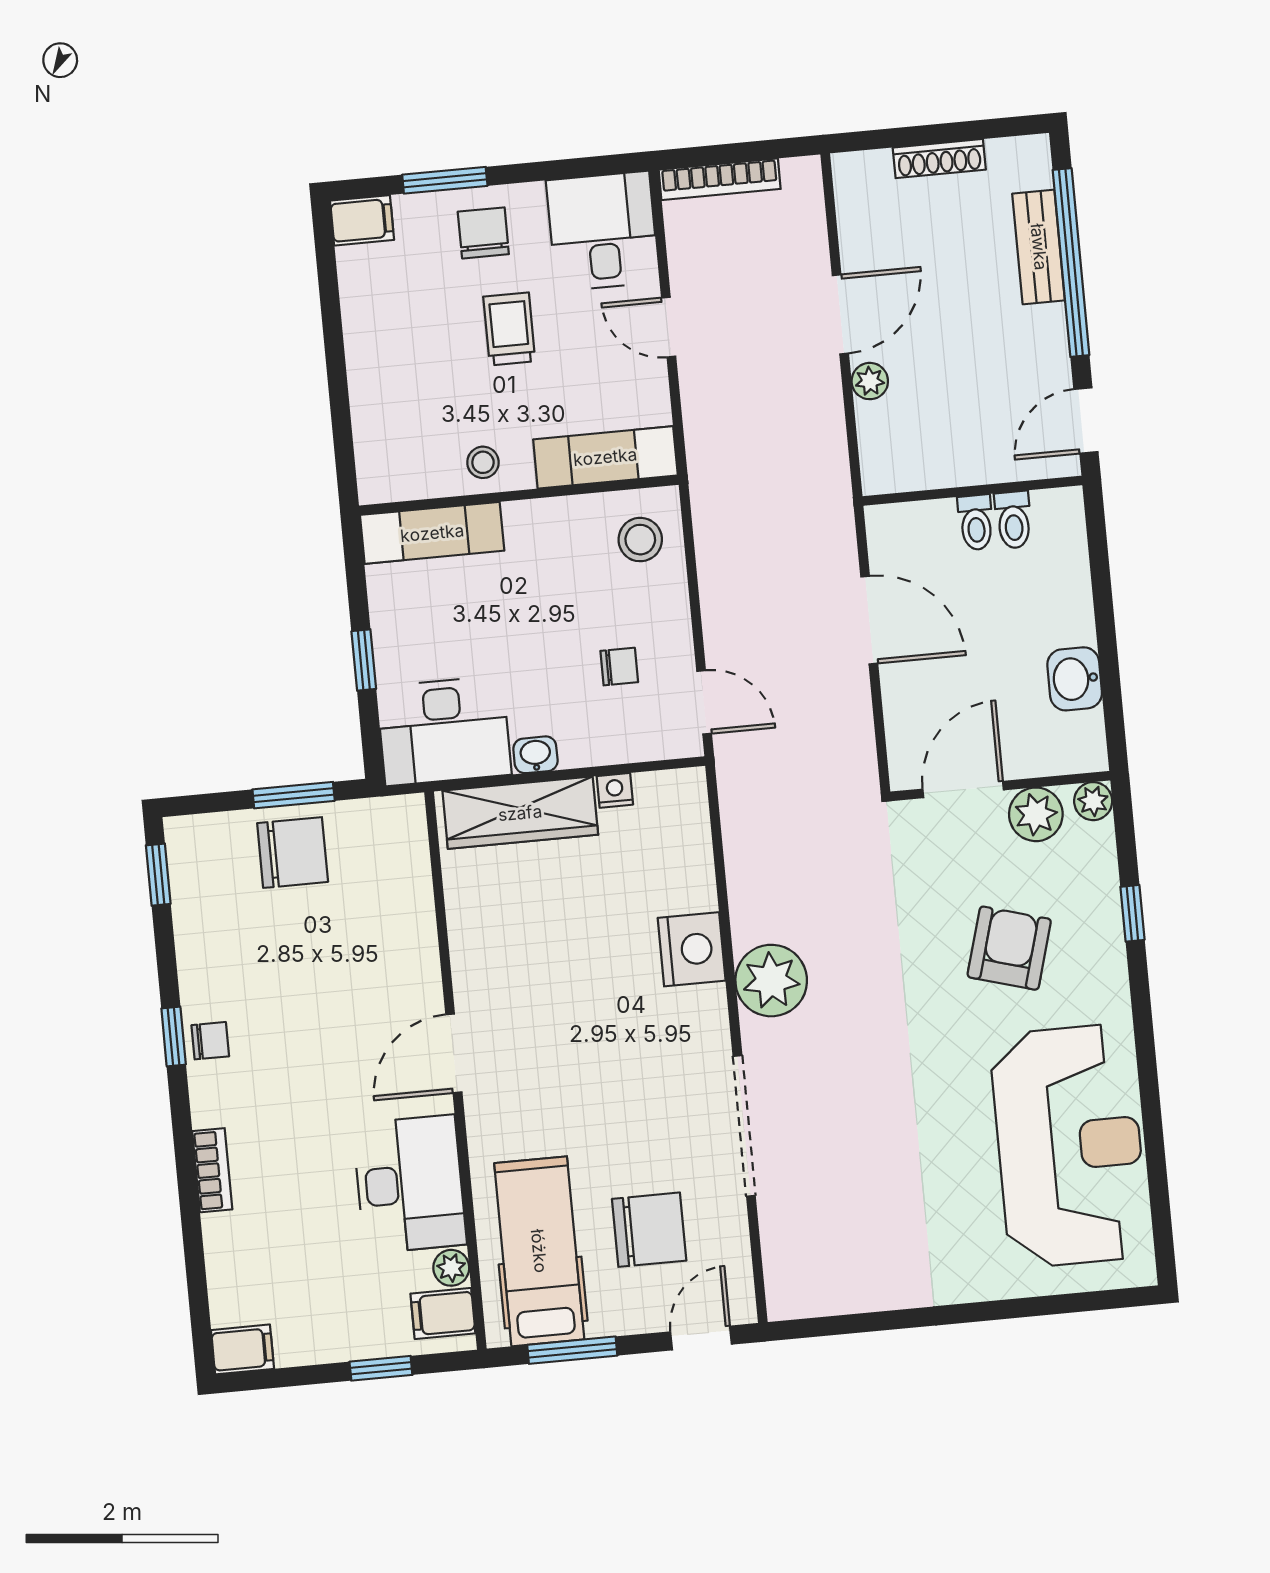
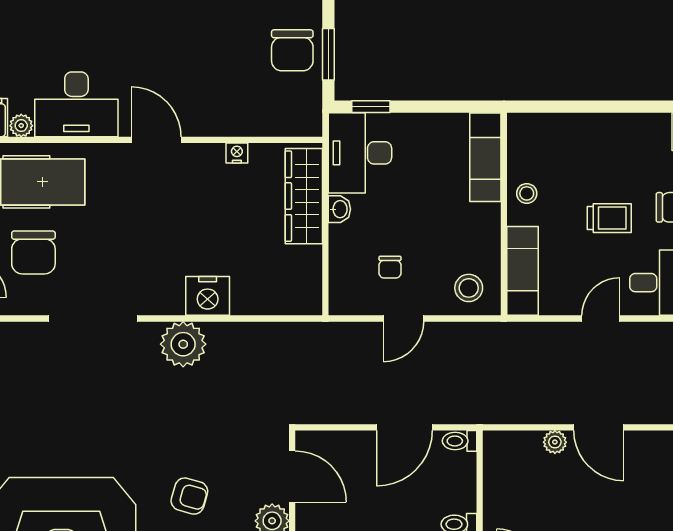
toilet: (976, 522) -> (460, 441), moved
window: (364, 660) -> (371, 107), moved
door: (704, 702) -> (403, 318), moved
nightstand: (615, 790) -> (237, 153), moved, turned -90
armchair: (1009, 948) -> (189, 496), width x0.72, depth x0.72

